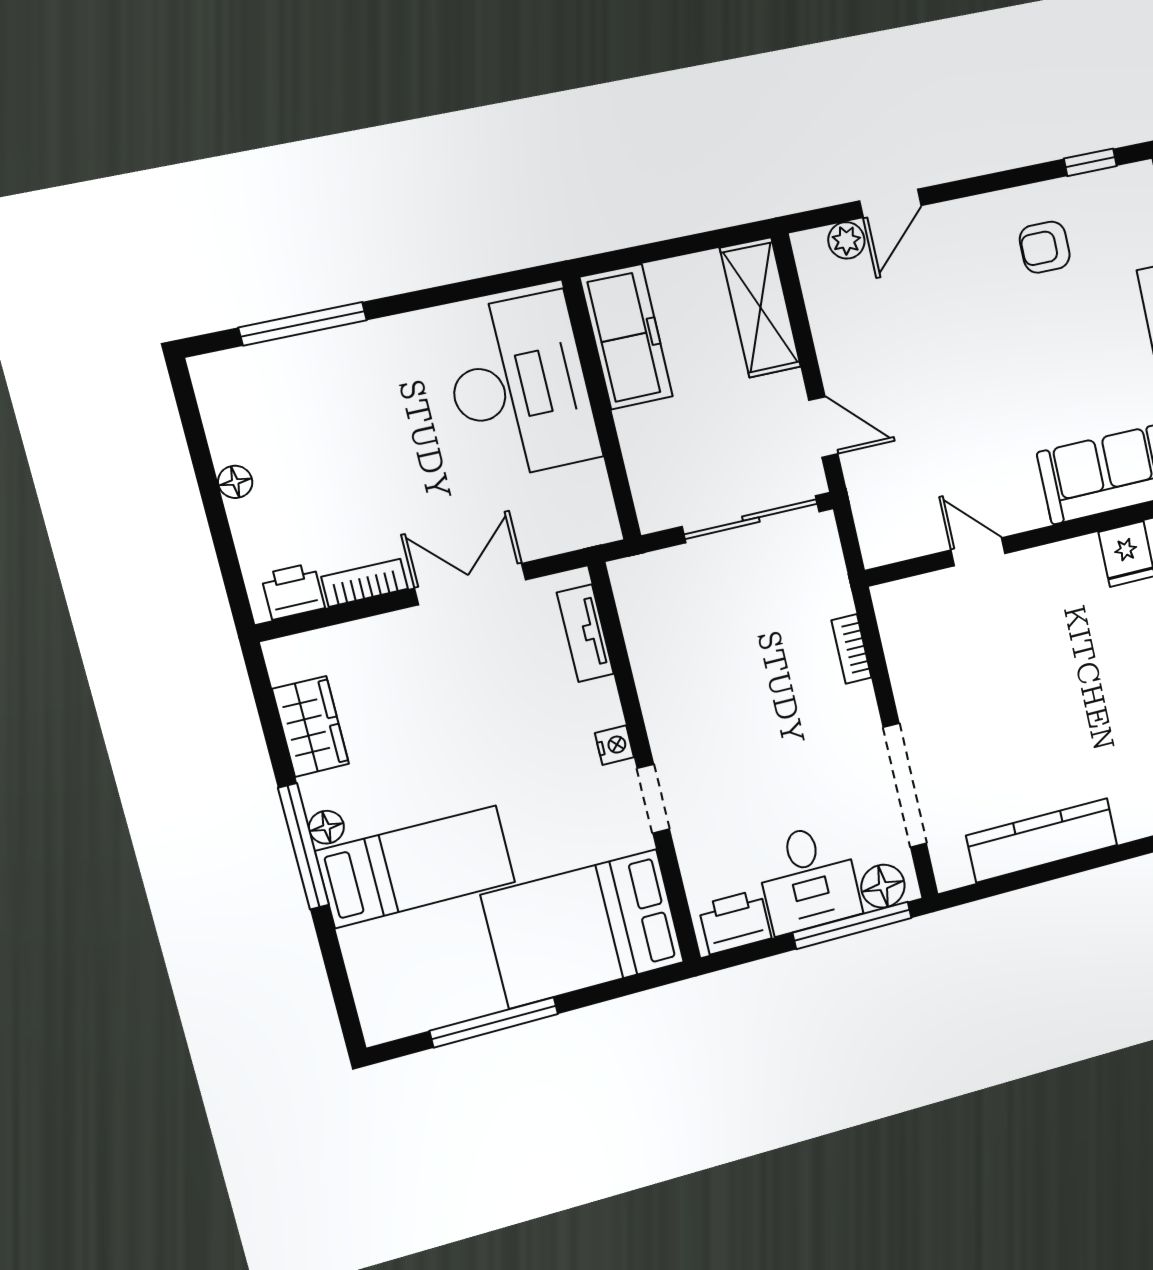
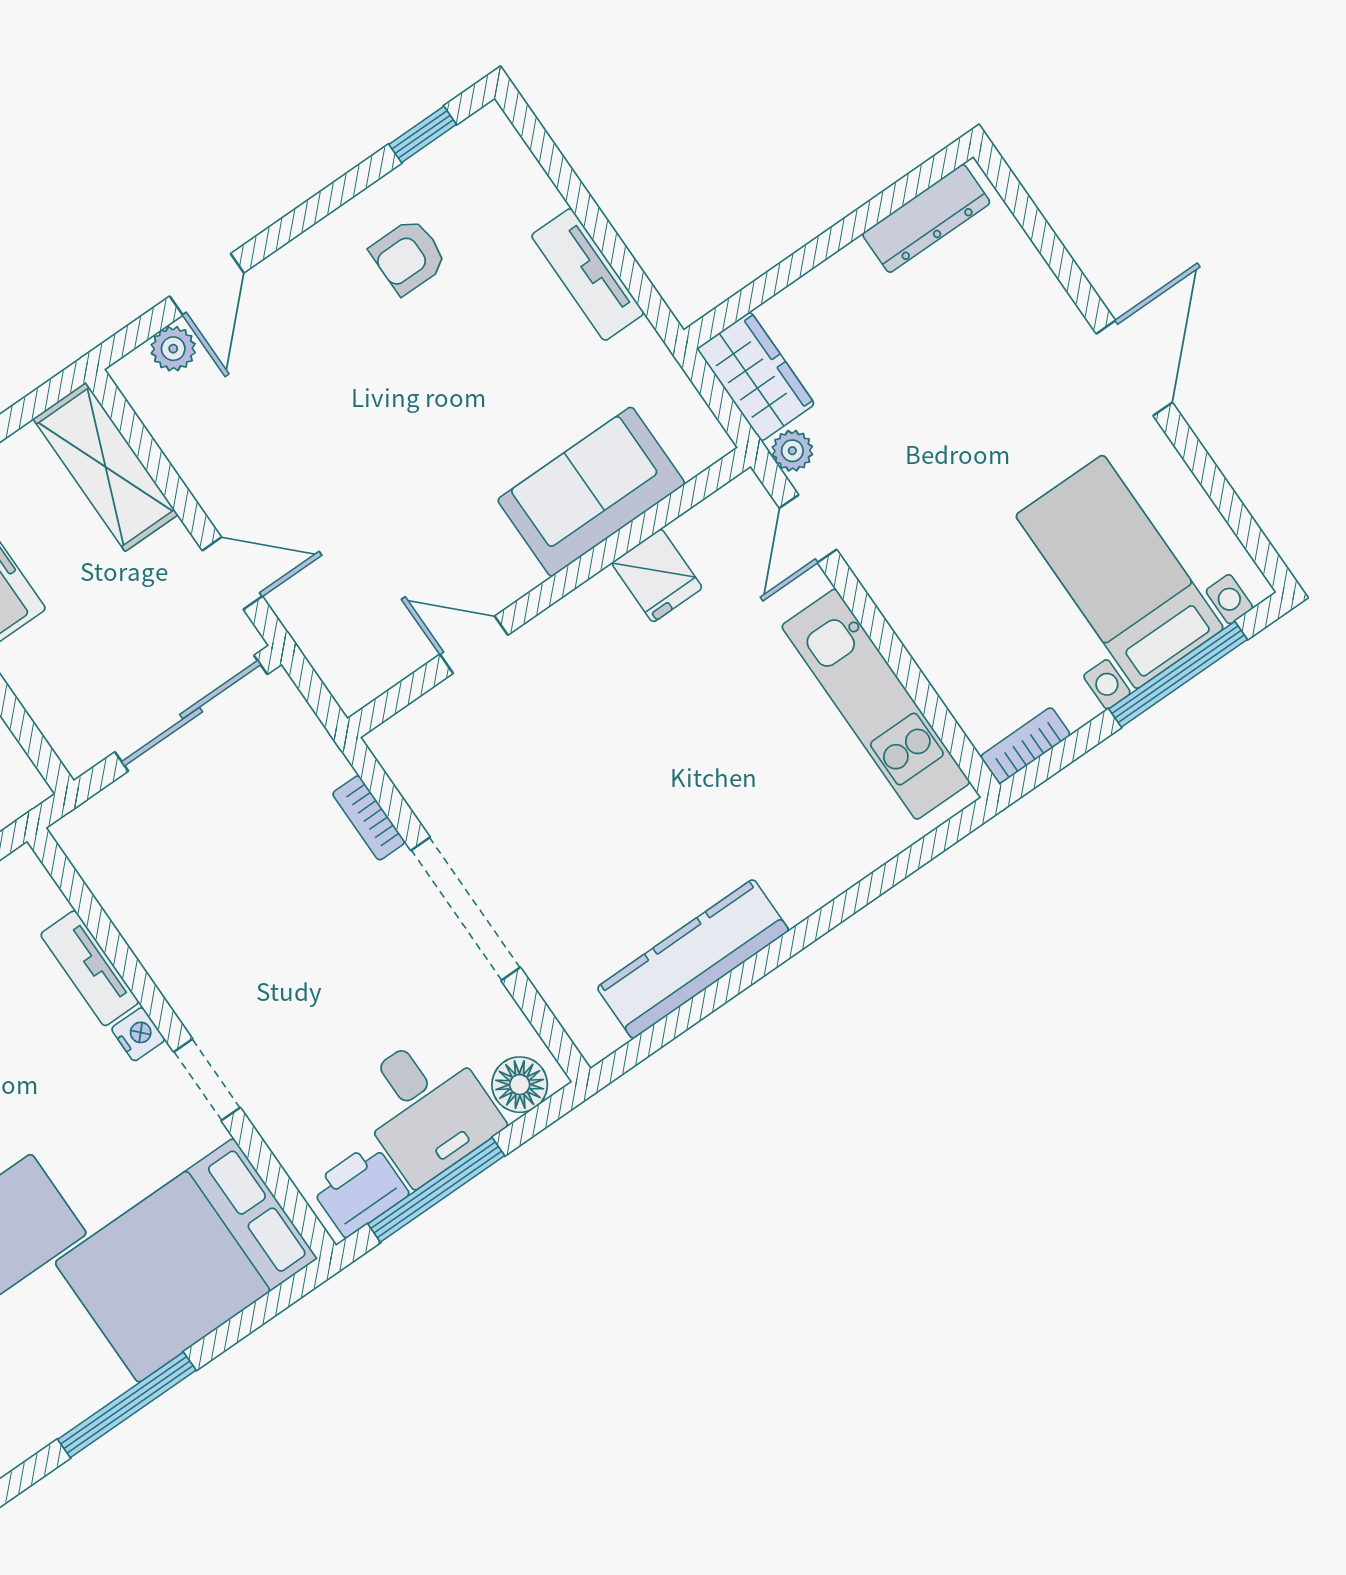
tv unit: (585, 633) -> (90, 968), moved
doorway: (905, 786) -> (466, 909), moved
window: (852, 925) -> (436, 1190), moved

